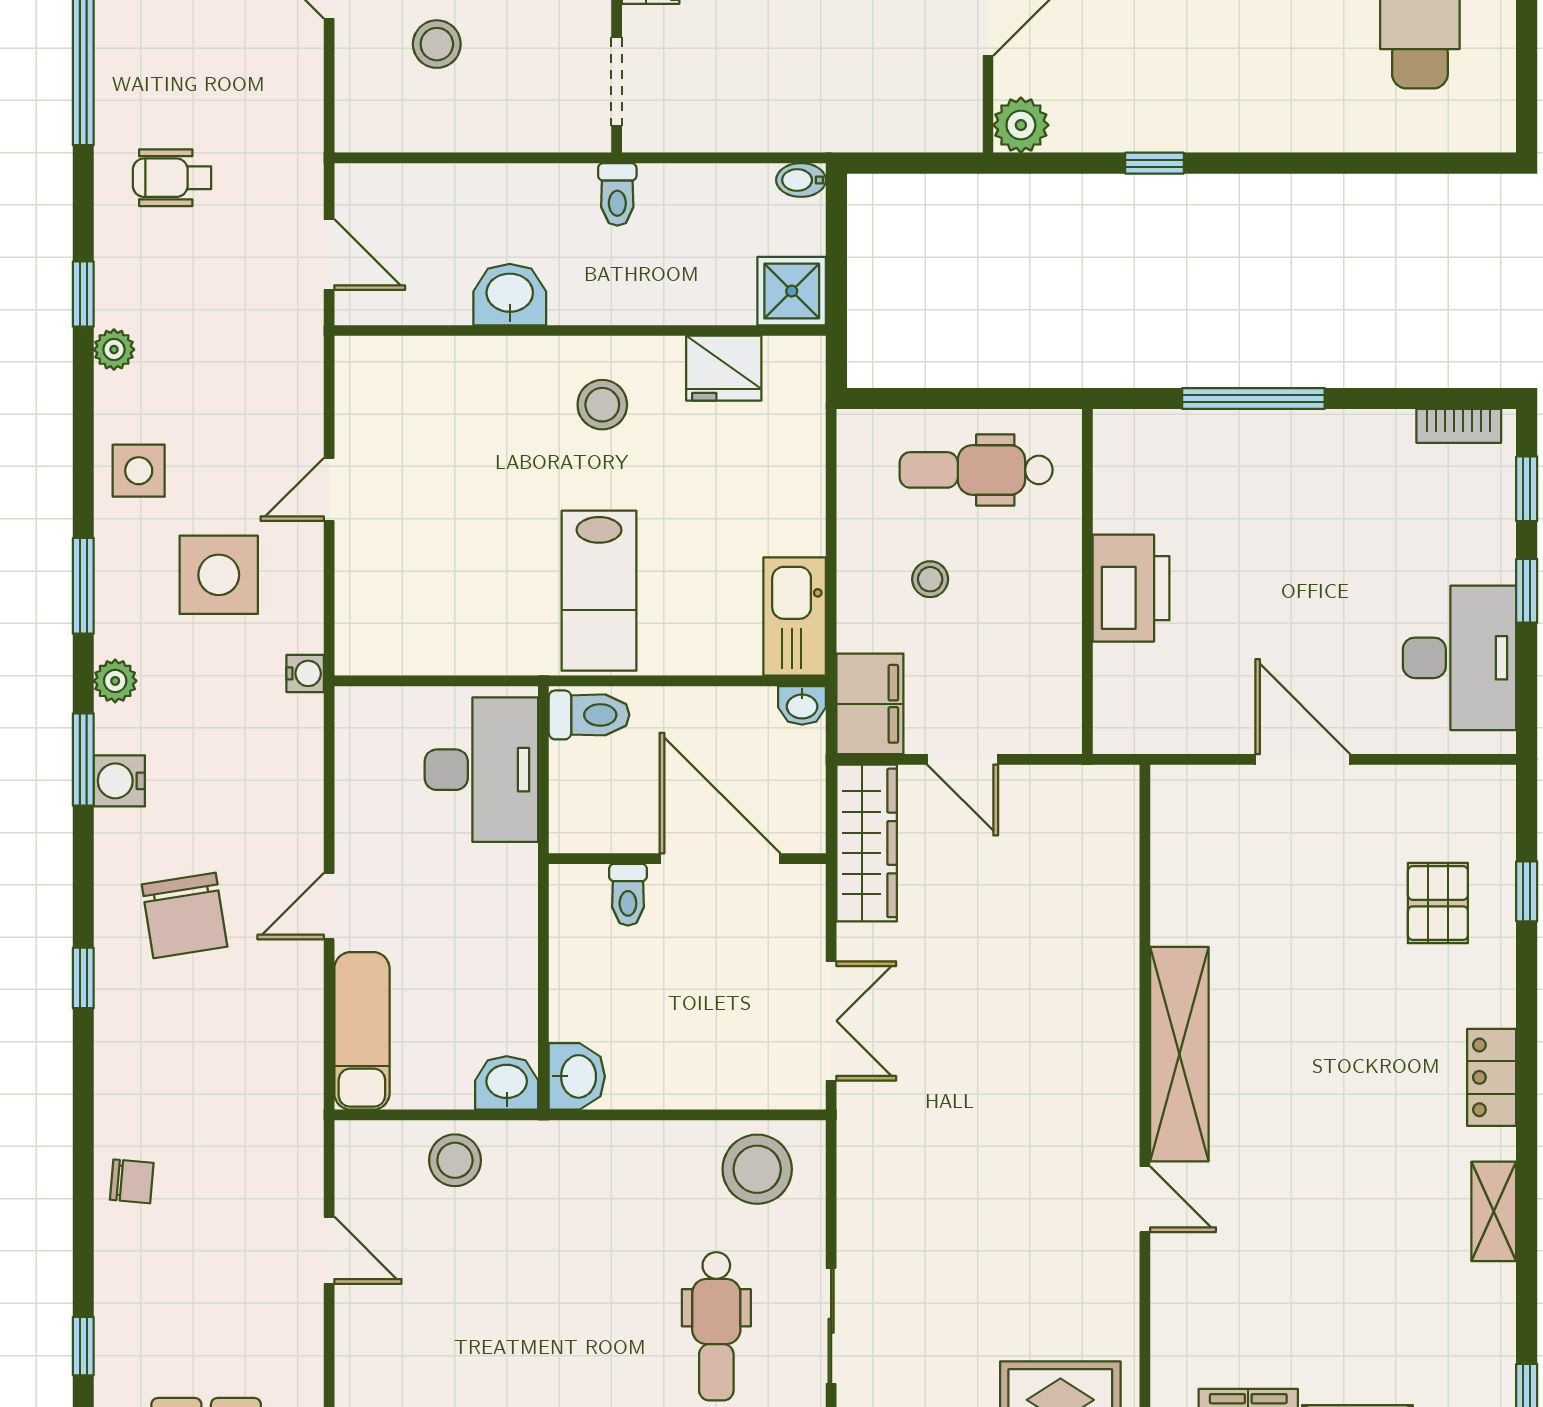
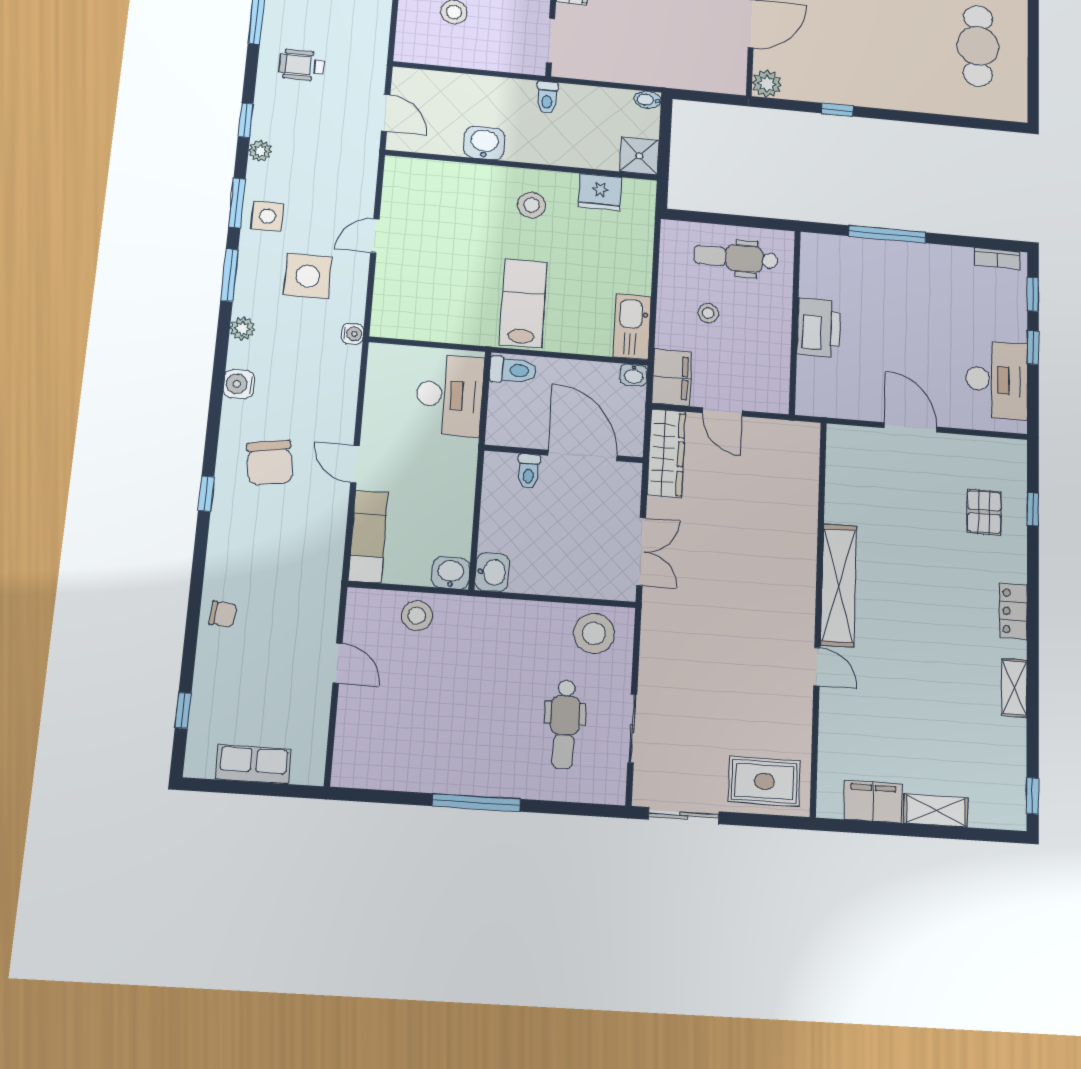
lab bench: (599, 591) -> (523, 303), turned 180
window: (83, 760) -> (237, 203), moved
door: (329, 906) -> (355, 464), hinge flipped

